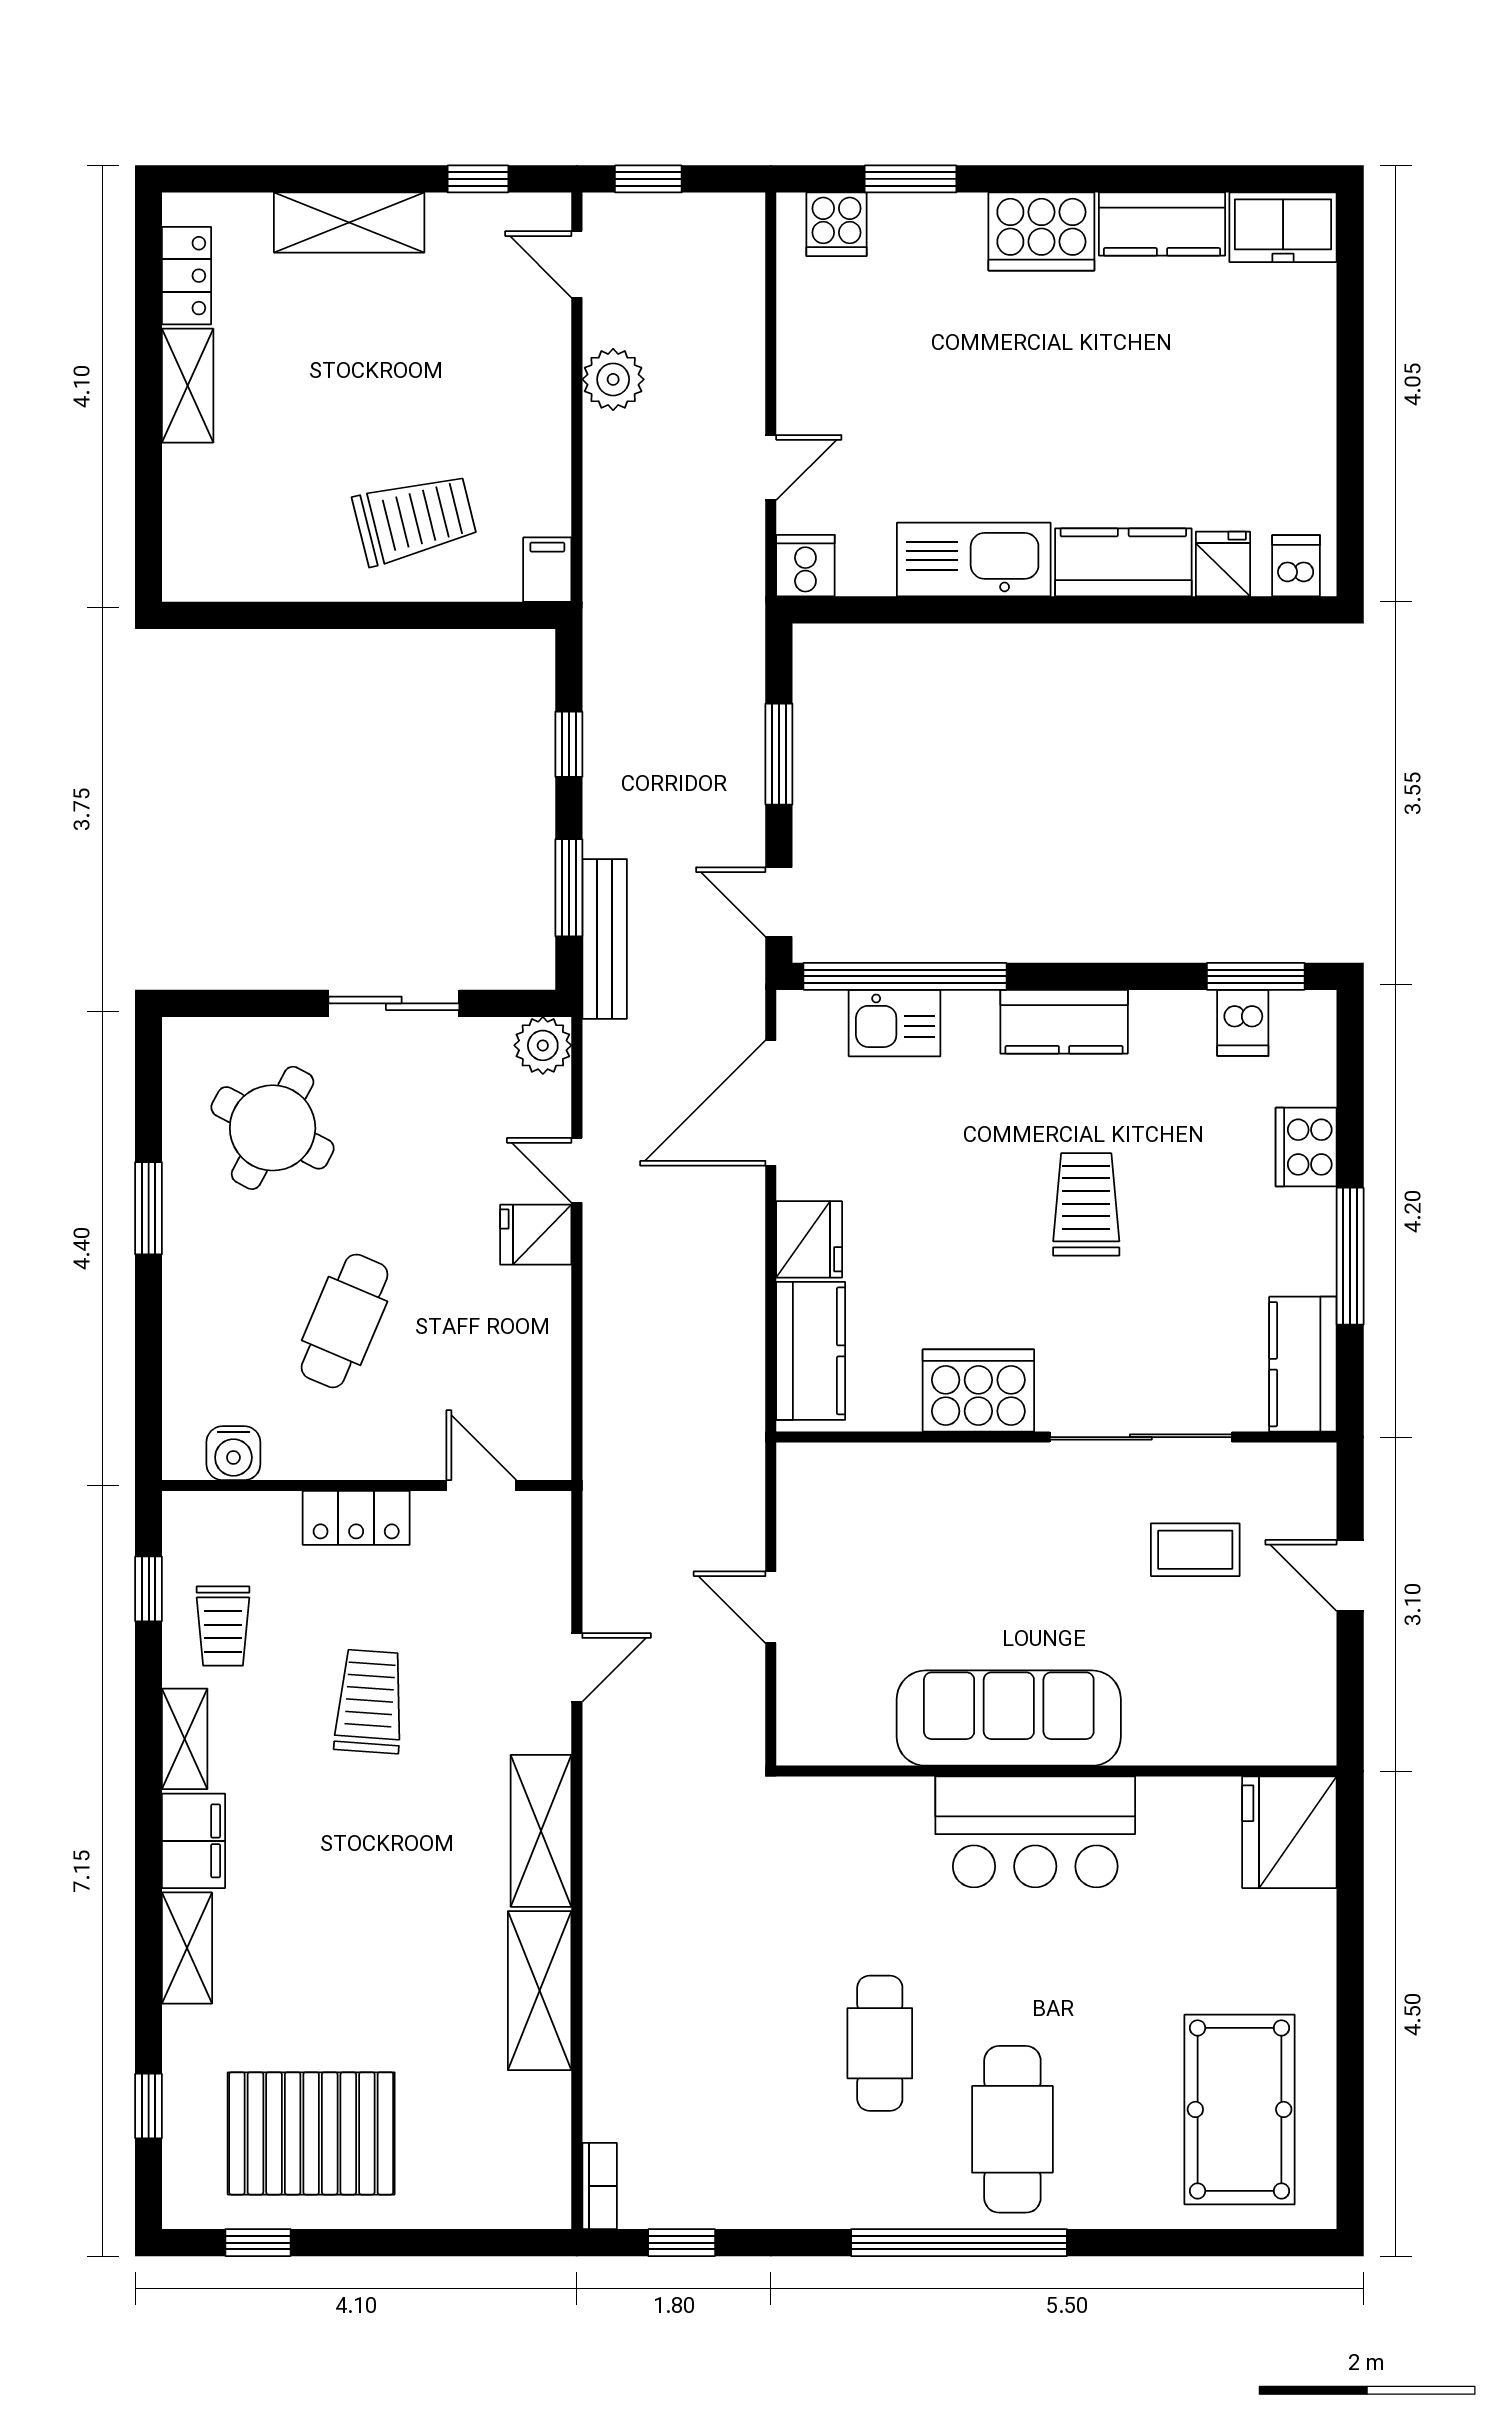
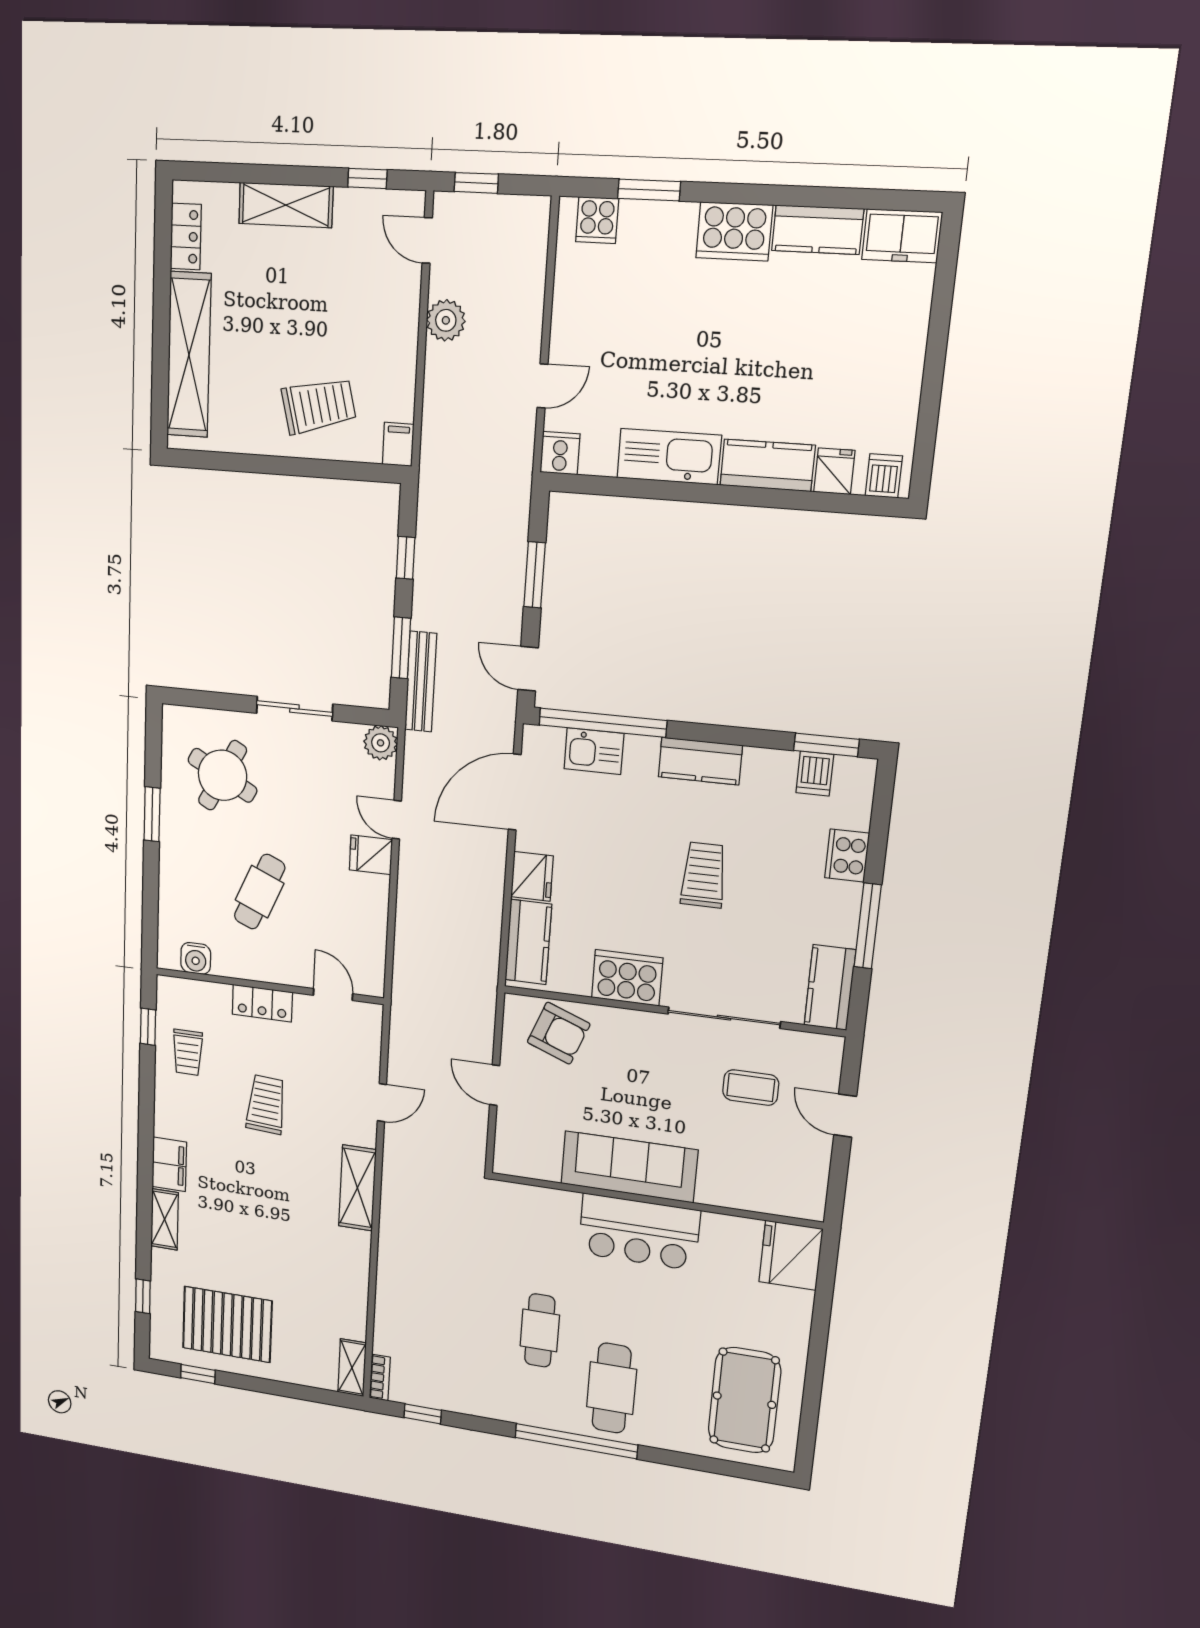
shelving: (188, 386) -> (189, 355), width x2.20, depth x1.33
armchair: (873, 1501) -> (559, 1033), added
shelving: (185, 1739) -> (166, 1110), removed
shelving: (540, 1991) -> (352, 1368), moved, width x0.67, depth x0.75

